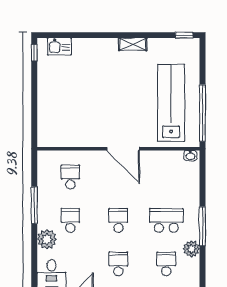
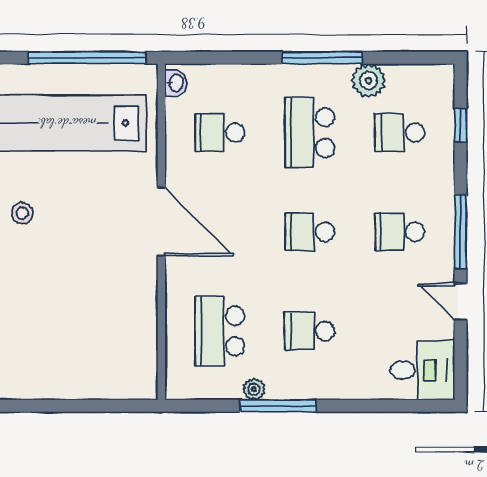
stool: (127, 82) -> (22, 213), added
door: (123, 149) -> (161, 222), hinge flipped
school desk: (70, 177) -> (220, 331), width x1.85
school desk: (166, 177) -> (220, 133), added
plant: (47, 239) -> (254, 389), moved, width x0.53, depth x0.53

